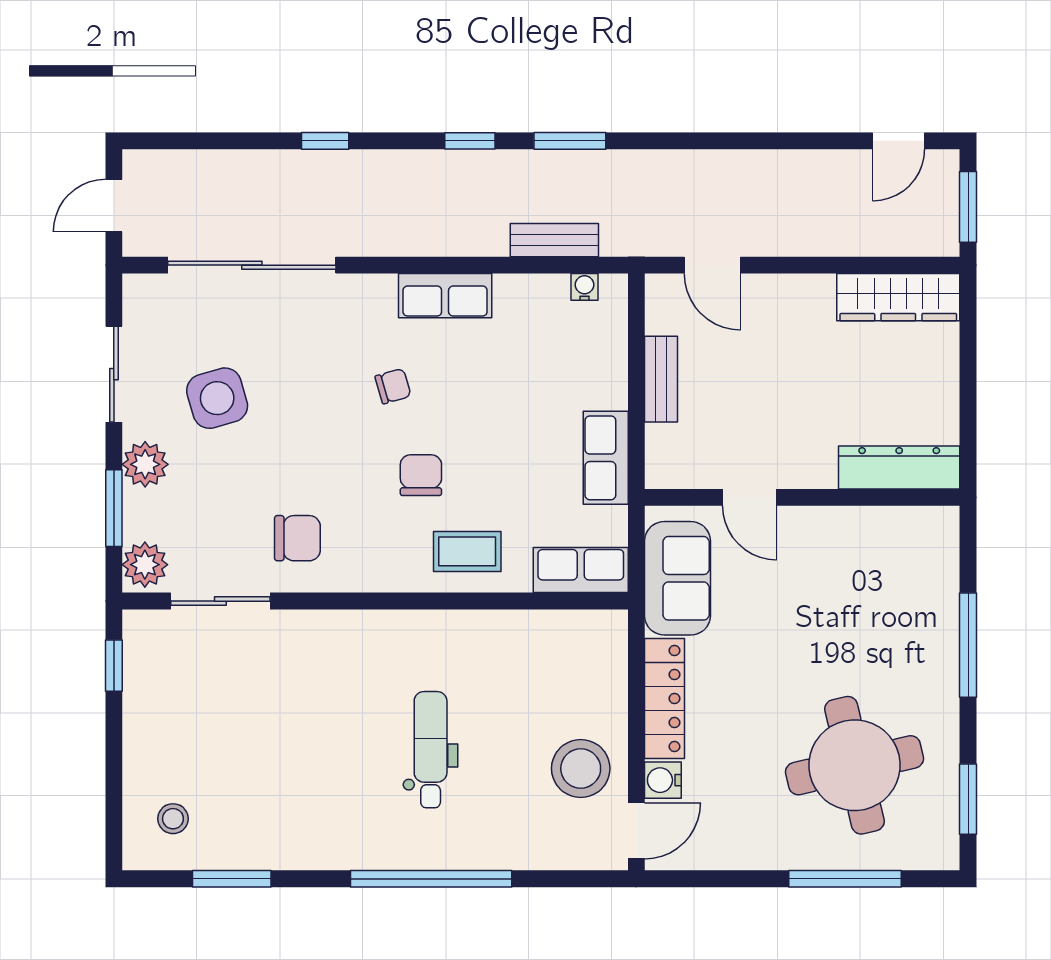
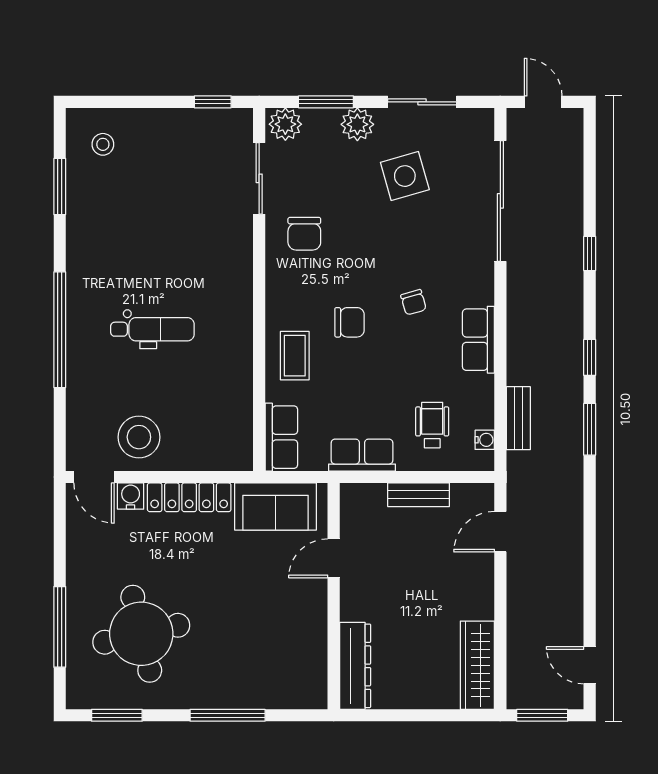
wheelchair: (564, 360) -> (432, 425), added

